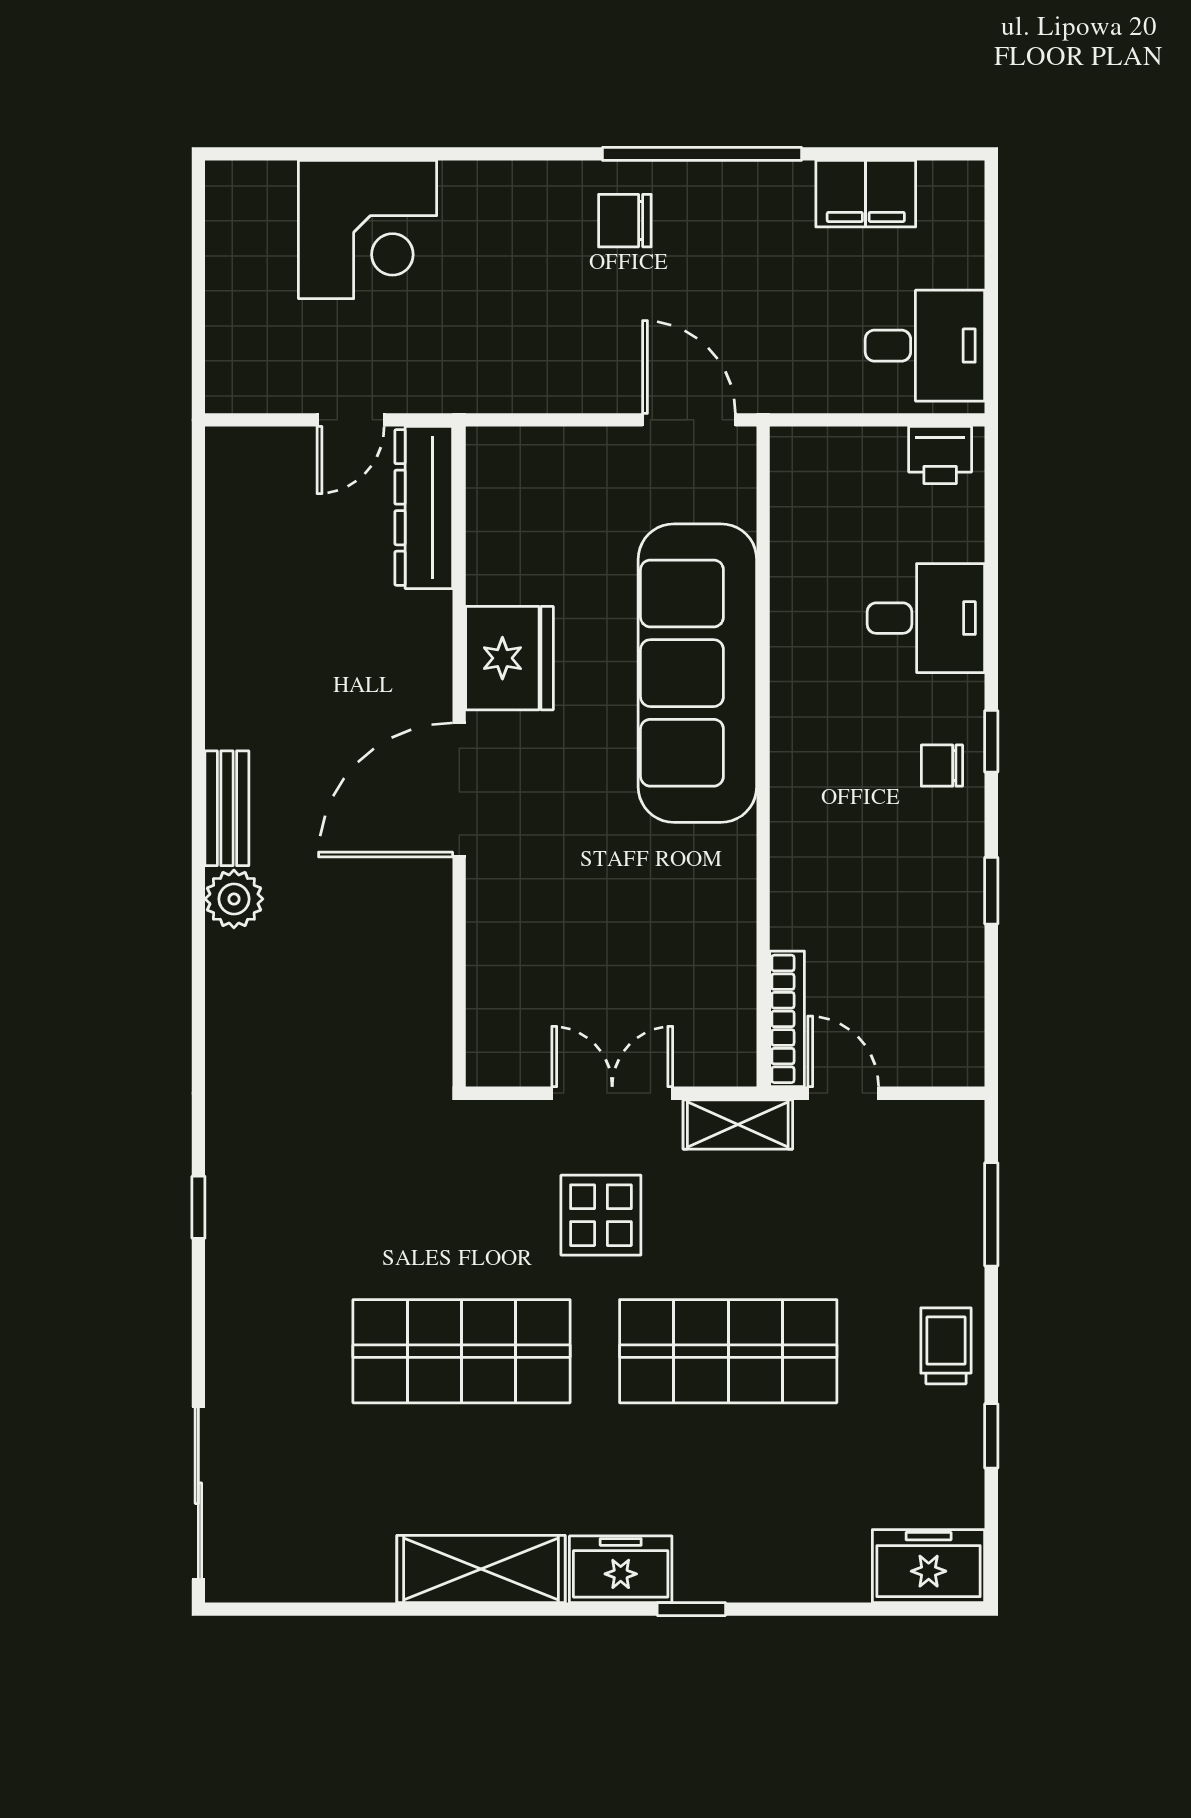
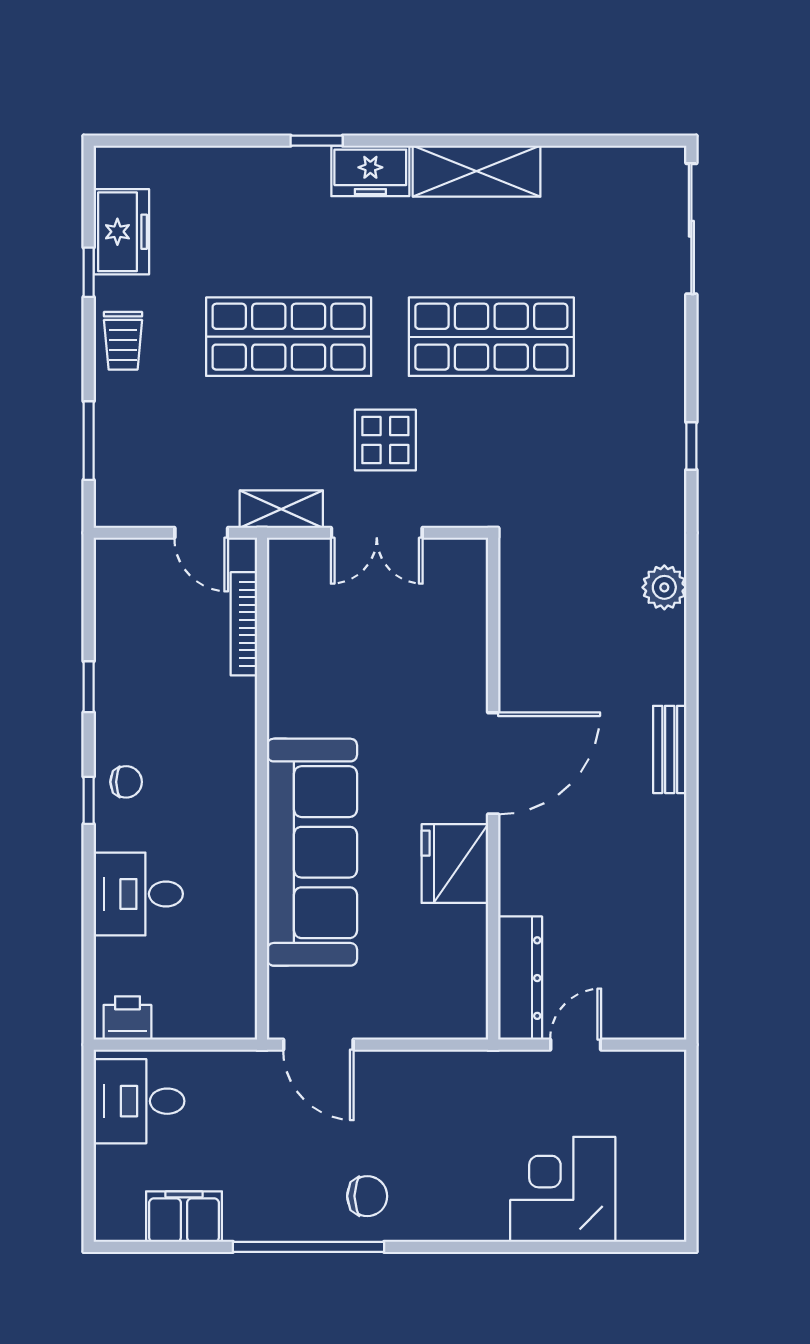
plant: (234, 899) -> (664, 587), moved
bookcase: (787, 1019) -> (244, 624), moved
freezer: (929, 1566) -> (121, 232), moved, turned -90

